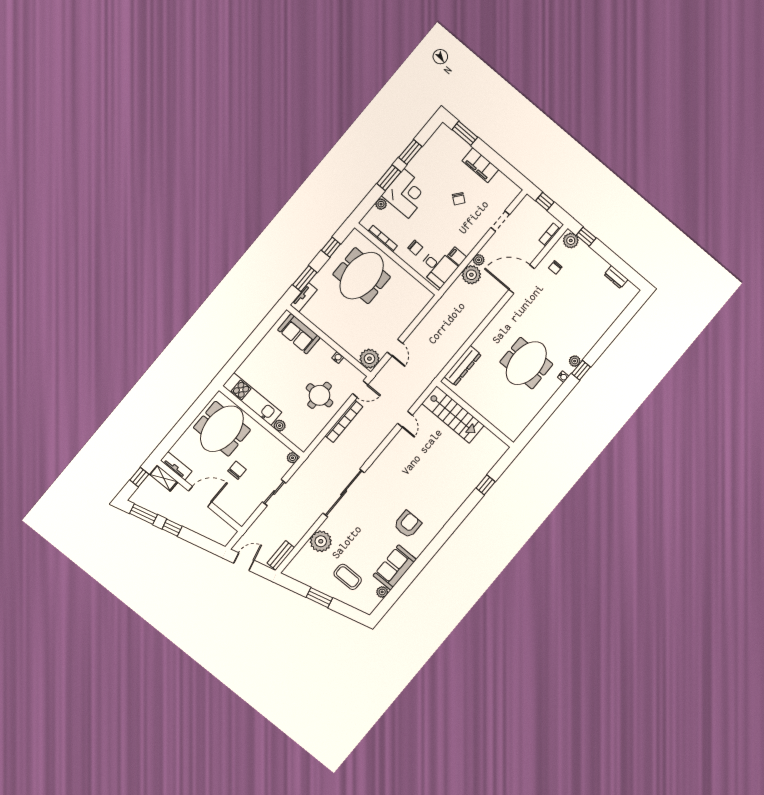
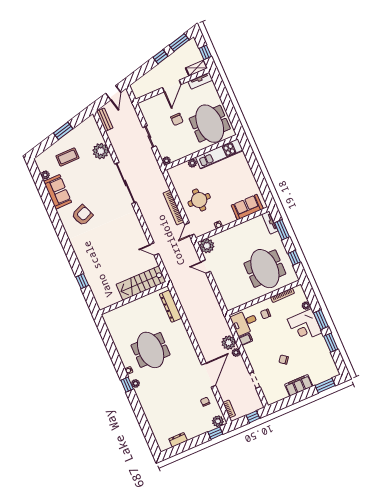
armchair: (408, 524) -> (82, 215), turned -112

